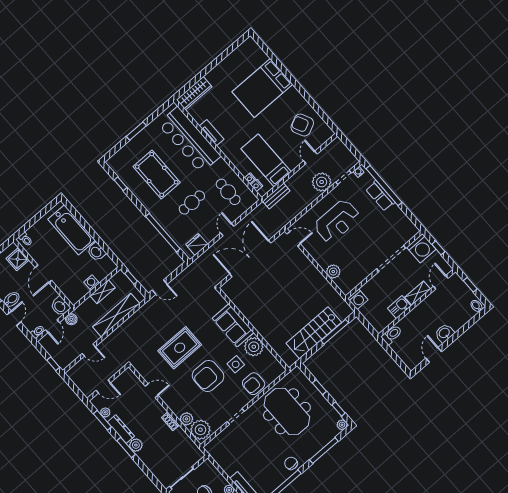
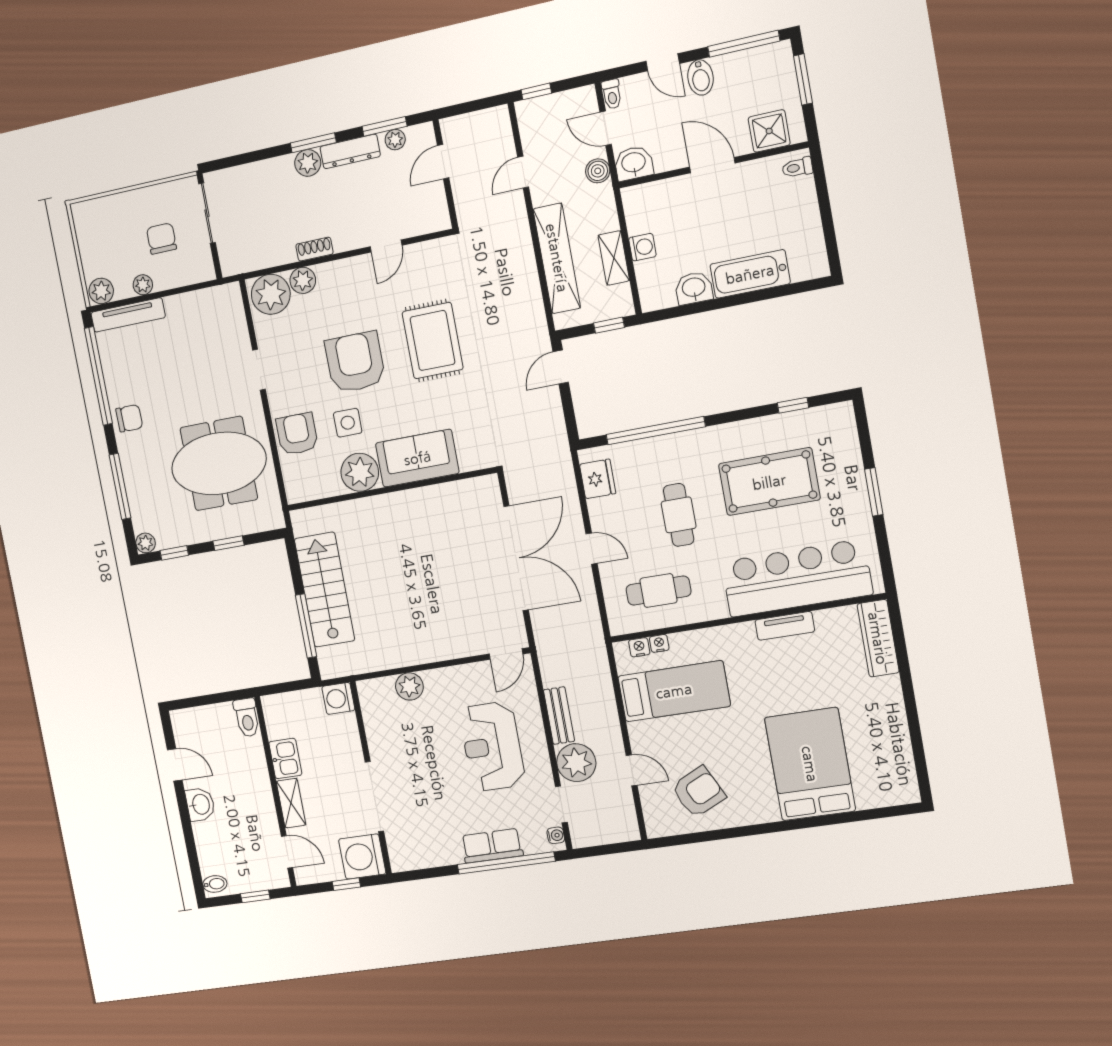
bench: (276, 196) -> (559, 716), moved
bathtub: (72, 230) -> (750, 274), width x0.73, depth x0.73

